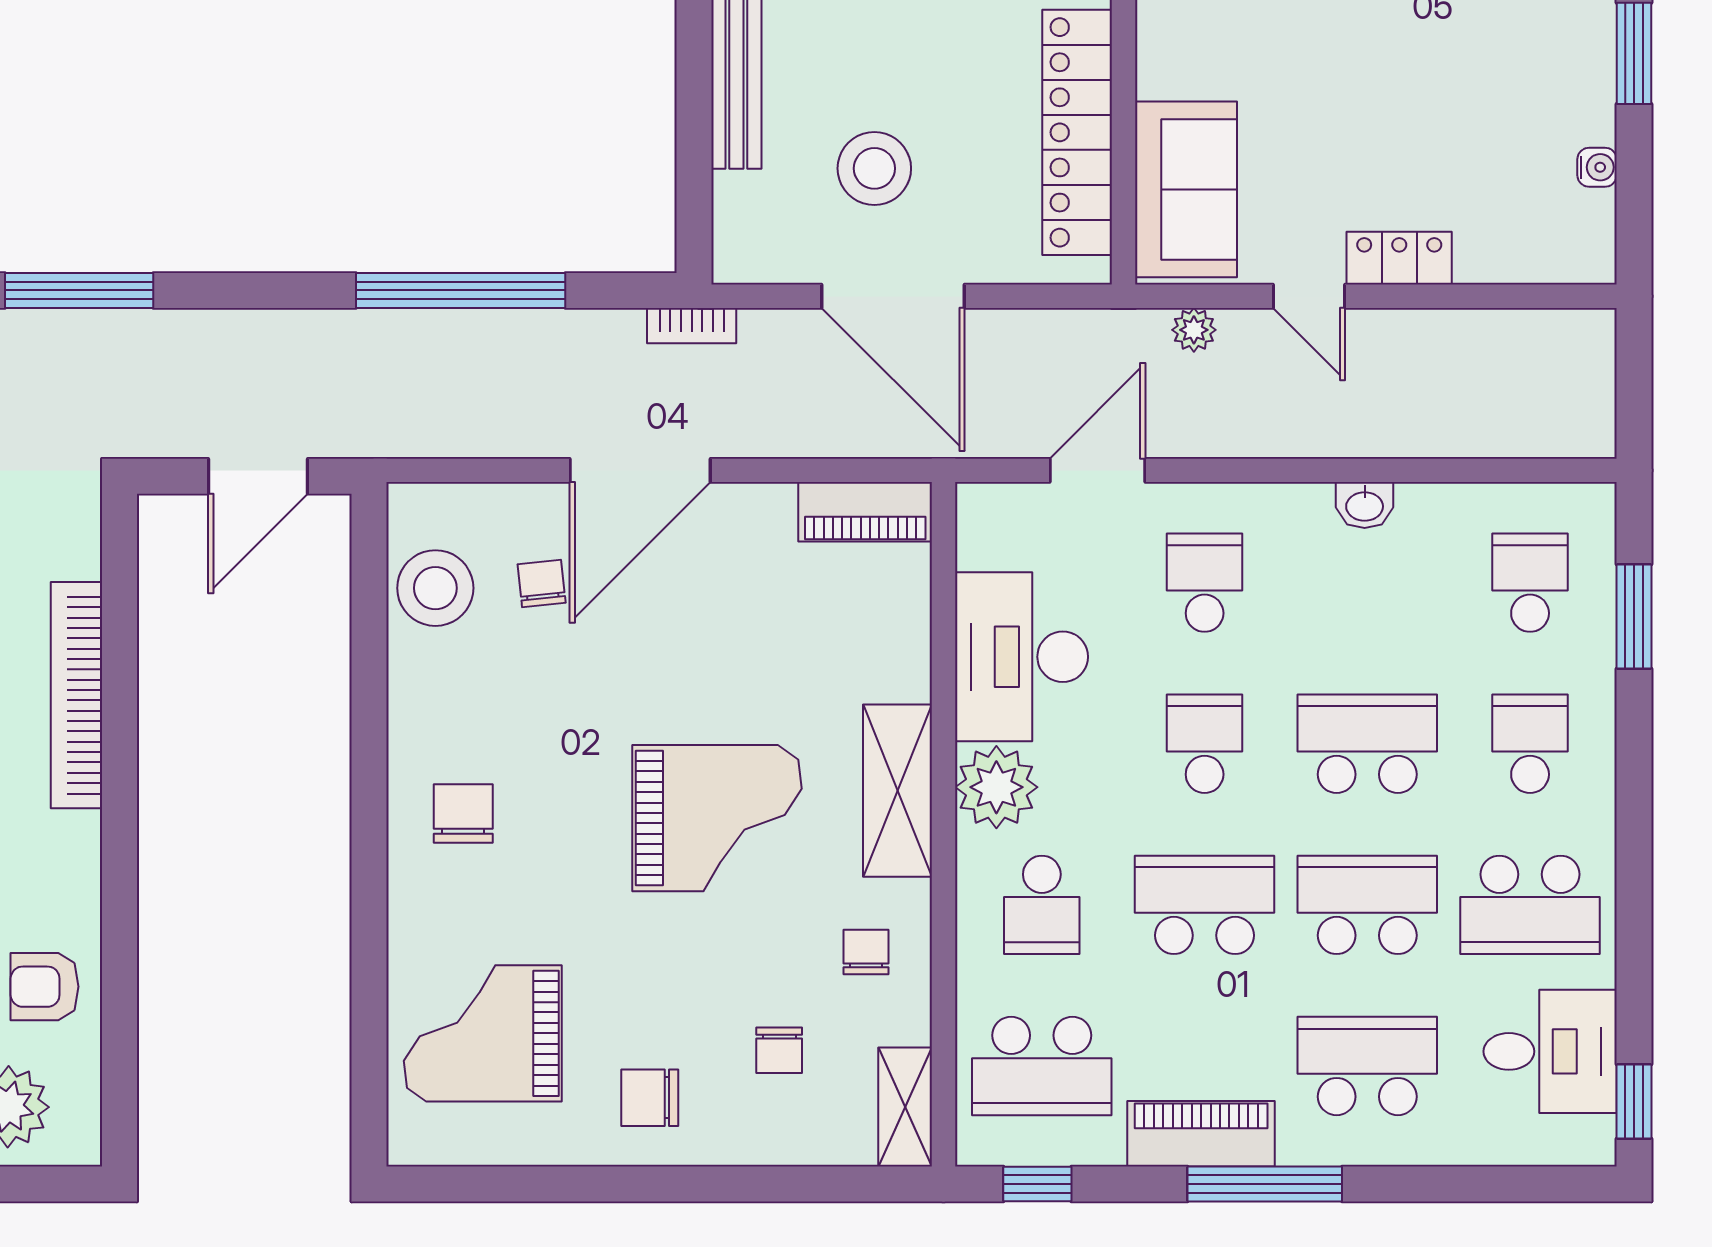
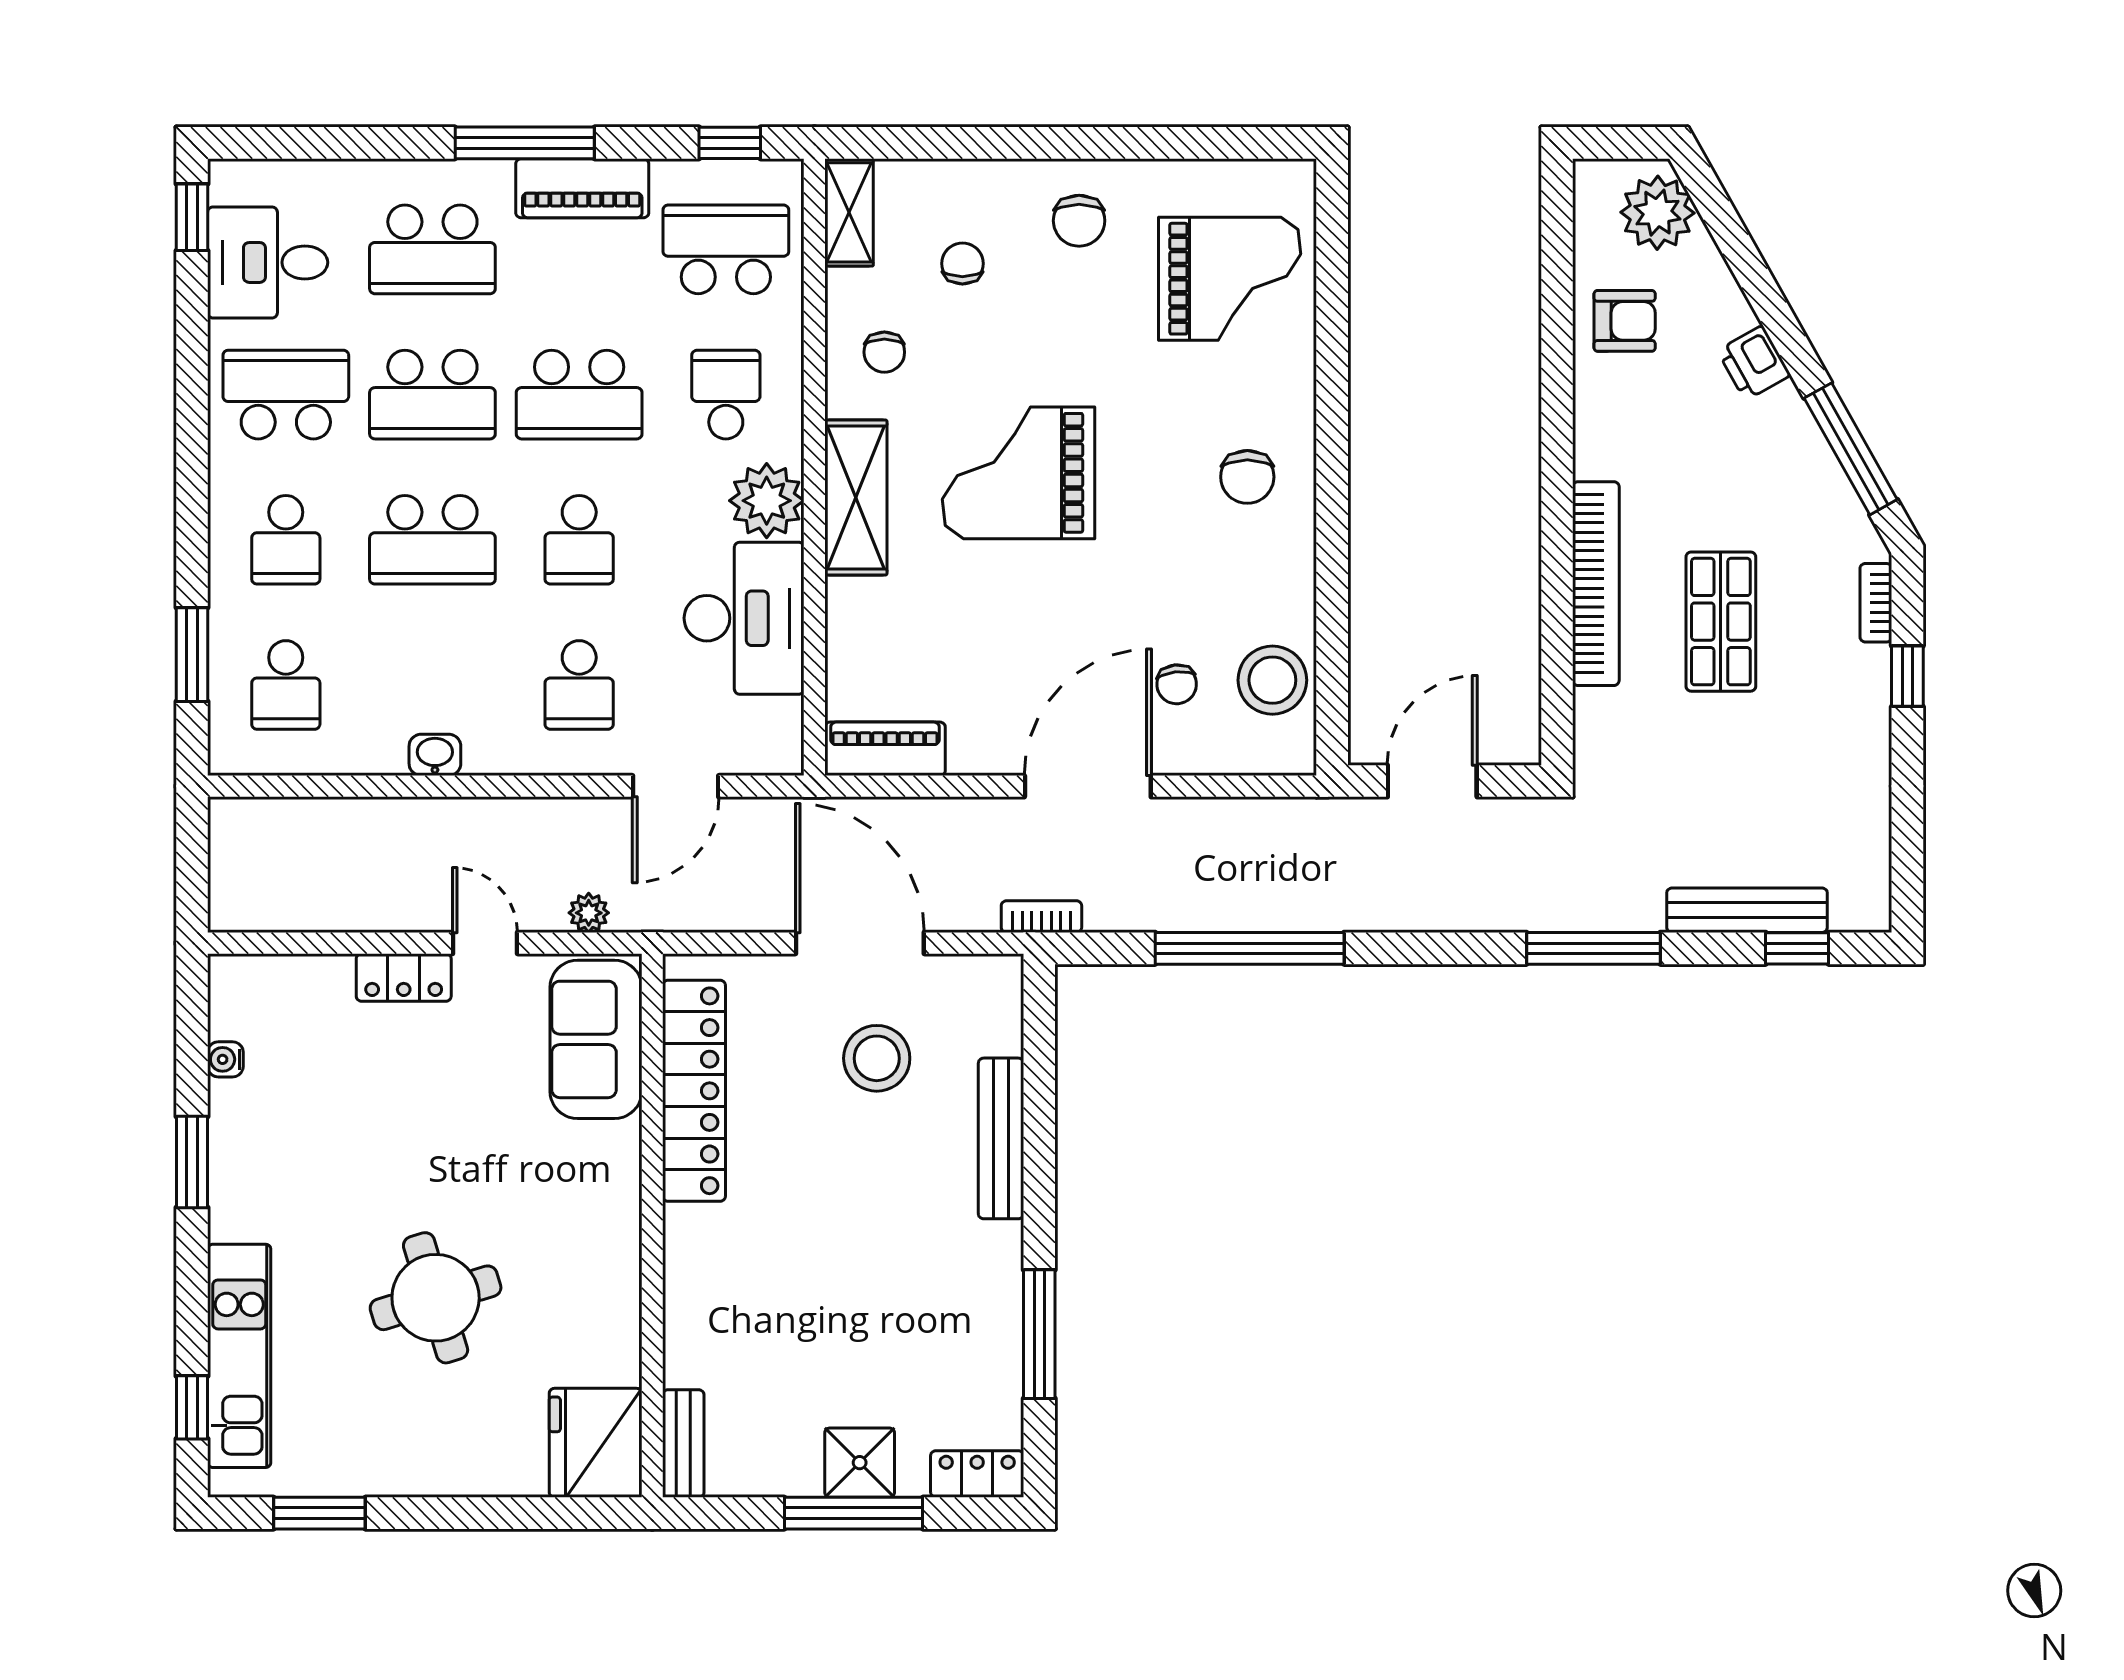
chair: (650, 1098) -> (1079, 221), turned 90

